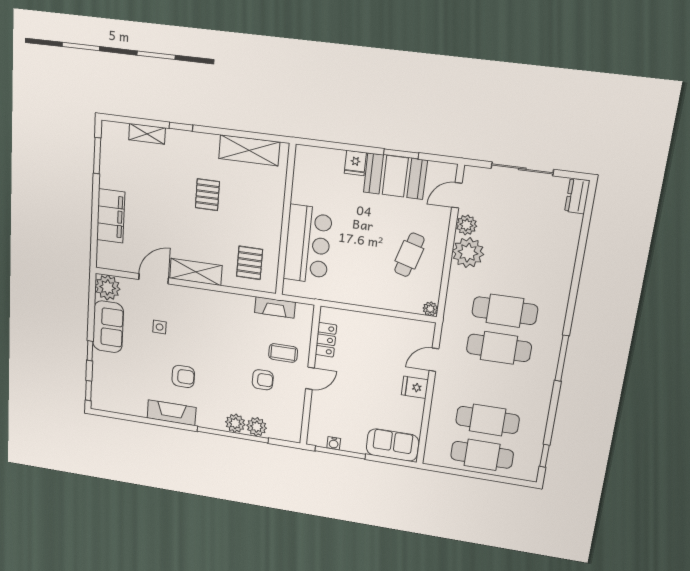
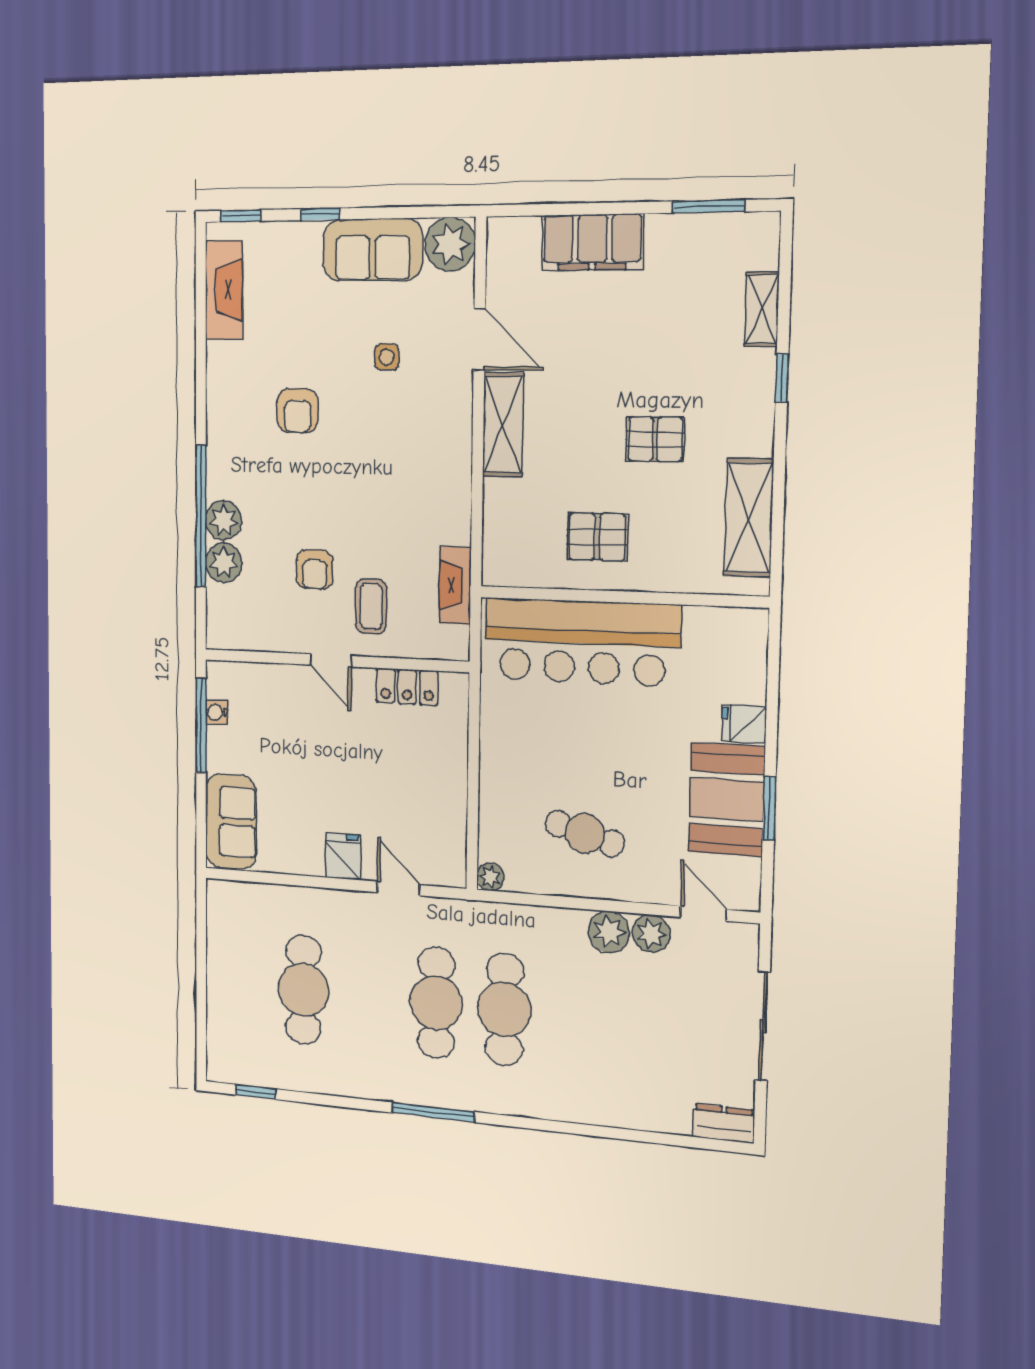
bar counter: (308, 244) -> (582, 642), width x1.36
plant: (468, 253) -> (609, 932), width x0.73, depth x0.73
pallet: (250, 263) -> (597, 537), moved
fireplace: (172, 413) -> (224, 290), moved
cafe table: (482, 455) -> (239, 983), removed

